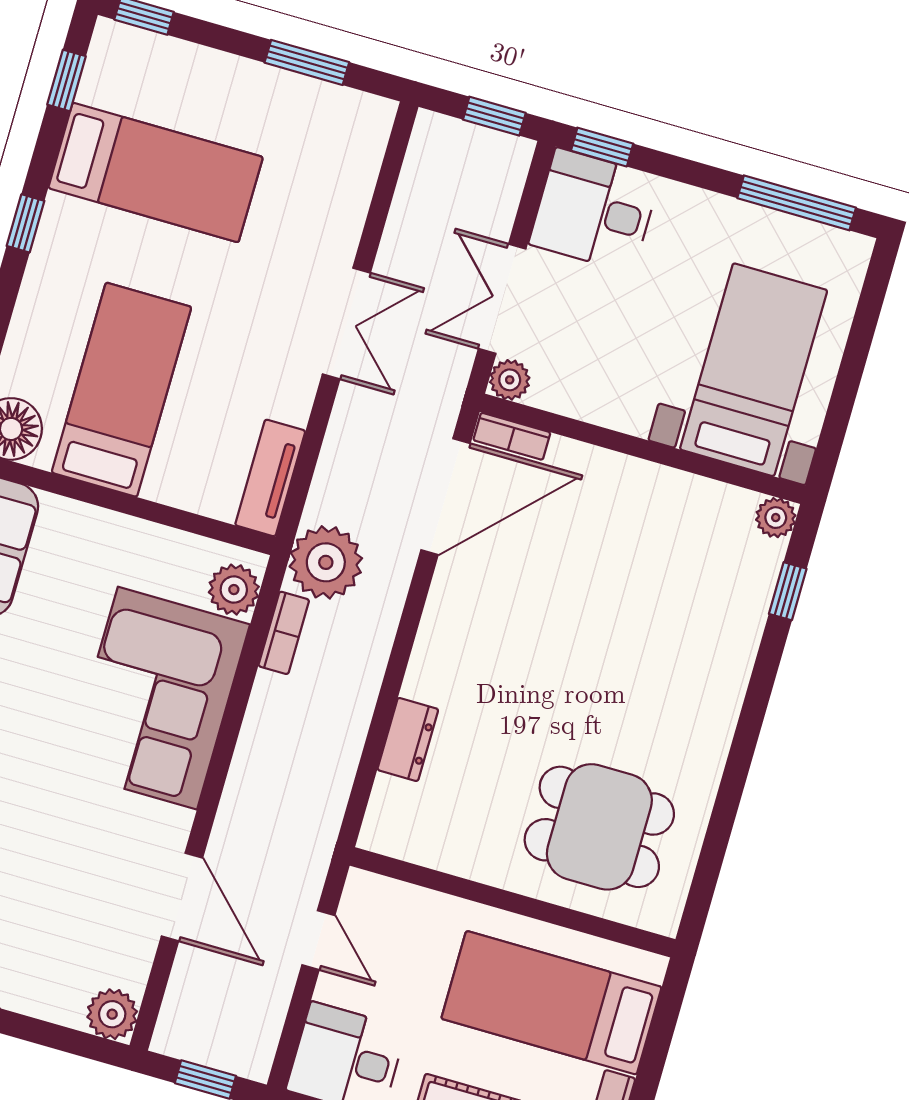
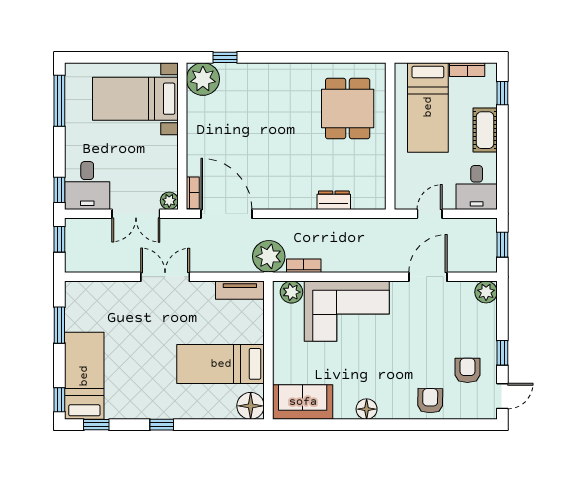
bed: (156, 172) -> (84, 376), moved
plant: (776, 518) -> (203, 79), width x1.88, depth x1.88

